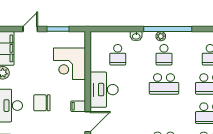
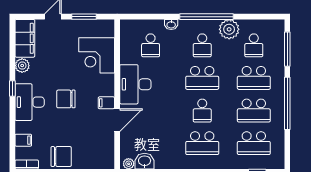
plant: (161, 36) -> (229, 29), moved, width x1.88, depth x1.88
school desk: (164, 113) -> (202, 111), added

